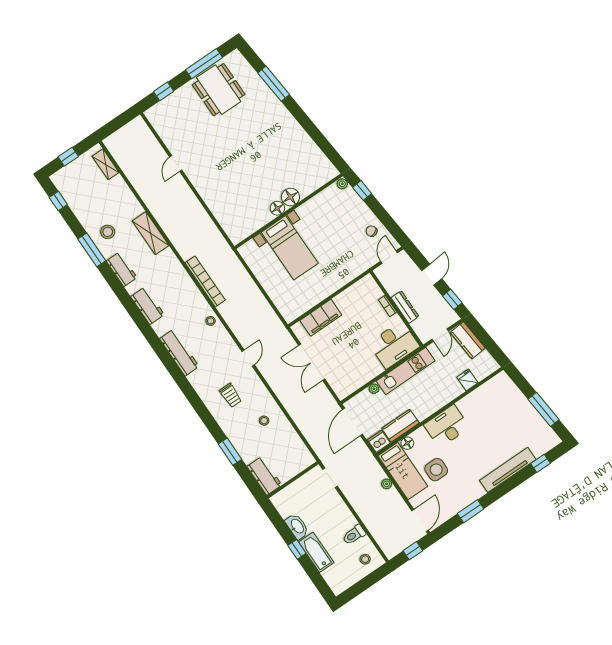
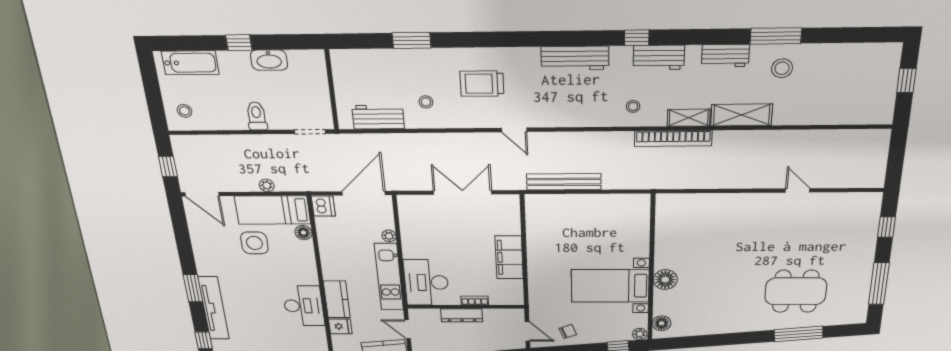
dining table: (219, 90) -> (796, 291), moved
shelving: (106, 164) -> (689, 118), moved
window: (58, 201) -> (637, 38), moved
floor lamp: (277, 208) -> (662, 323), moved
bed with nightstands: (290, 248) -> (610, 286), moved
bookcase: (205, 281) -> (673, 138), moved
bench: (263, 306) -> (564, 182), added
filing cabinet: (321, 318) -> (509, 257), moved
stool: (211, 321) -> (633, 106), moved
trolley: (231, 395) -> (482, 84), width x1.36, depth x1.39
door: (353, 422) -> (364, 193), hinge flipped
kitchen counter: (400, 426) -> (337, 299), moved
desk: (447, 426) -> (304, 306), moved
workbench: (264, 476) -> (378, 117), moved, turned 180
window: (471, 511) -> (193, 288), moved
toilet: (354, 535) -> (257, 116), moved
bathtub: (316, 552) -> (190, 63), moved

